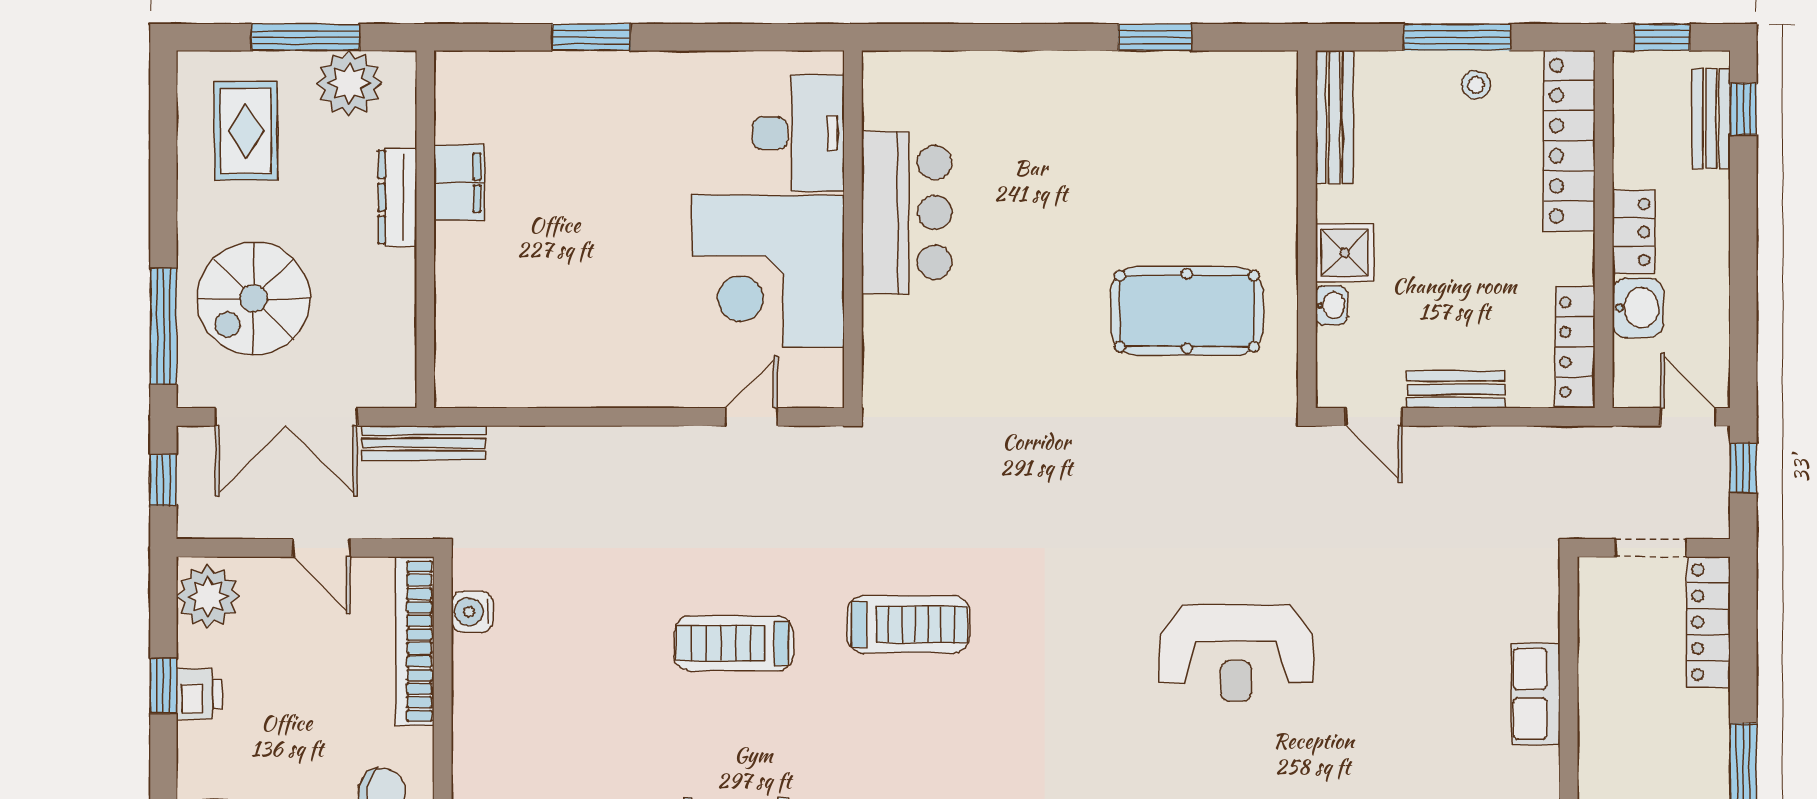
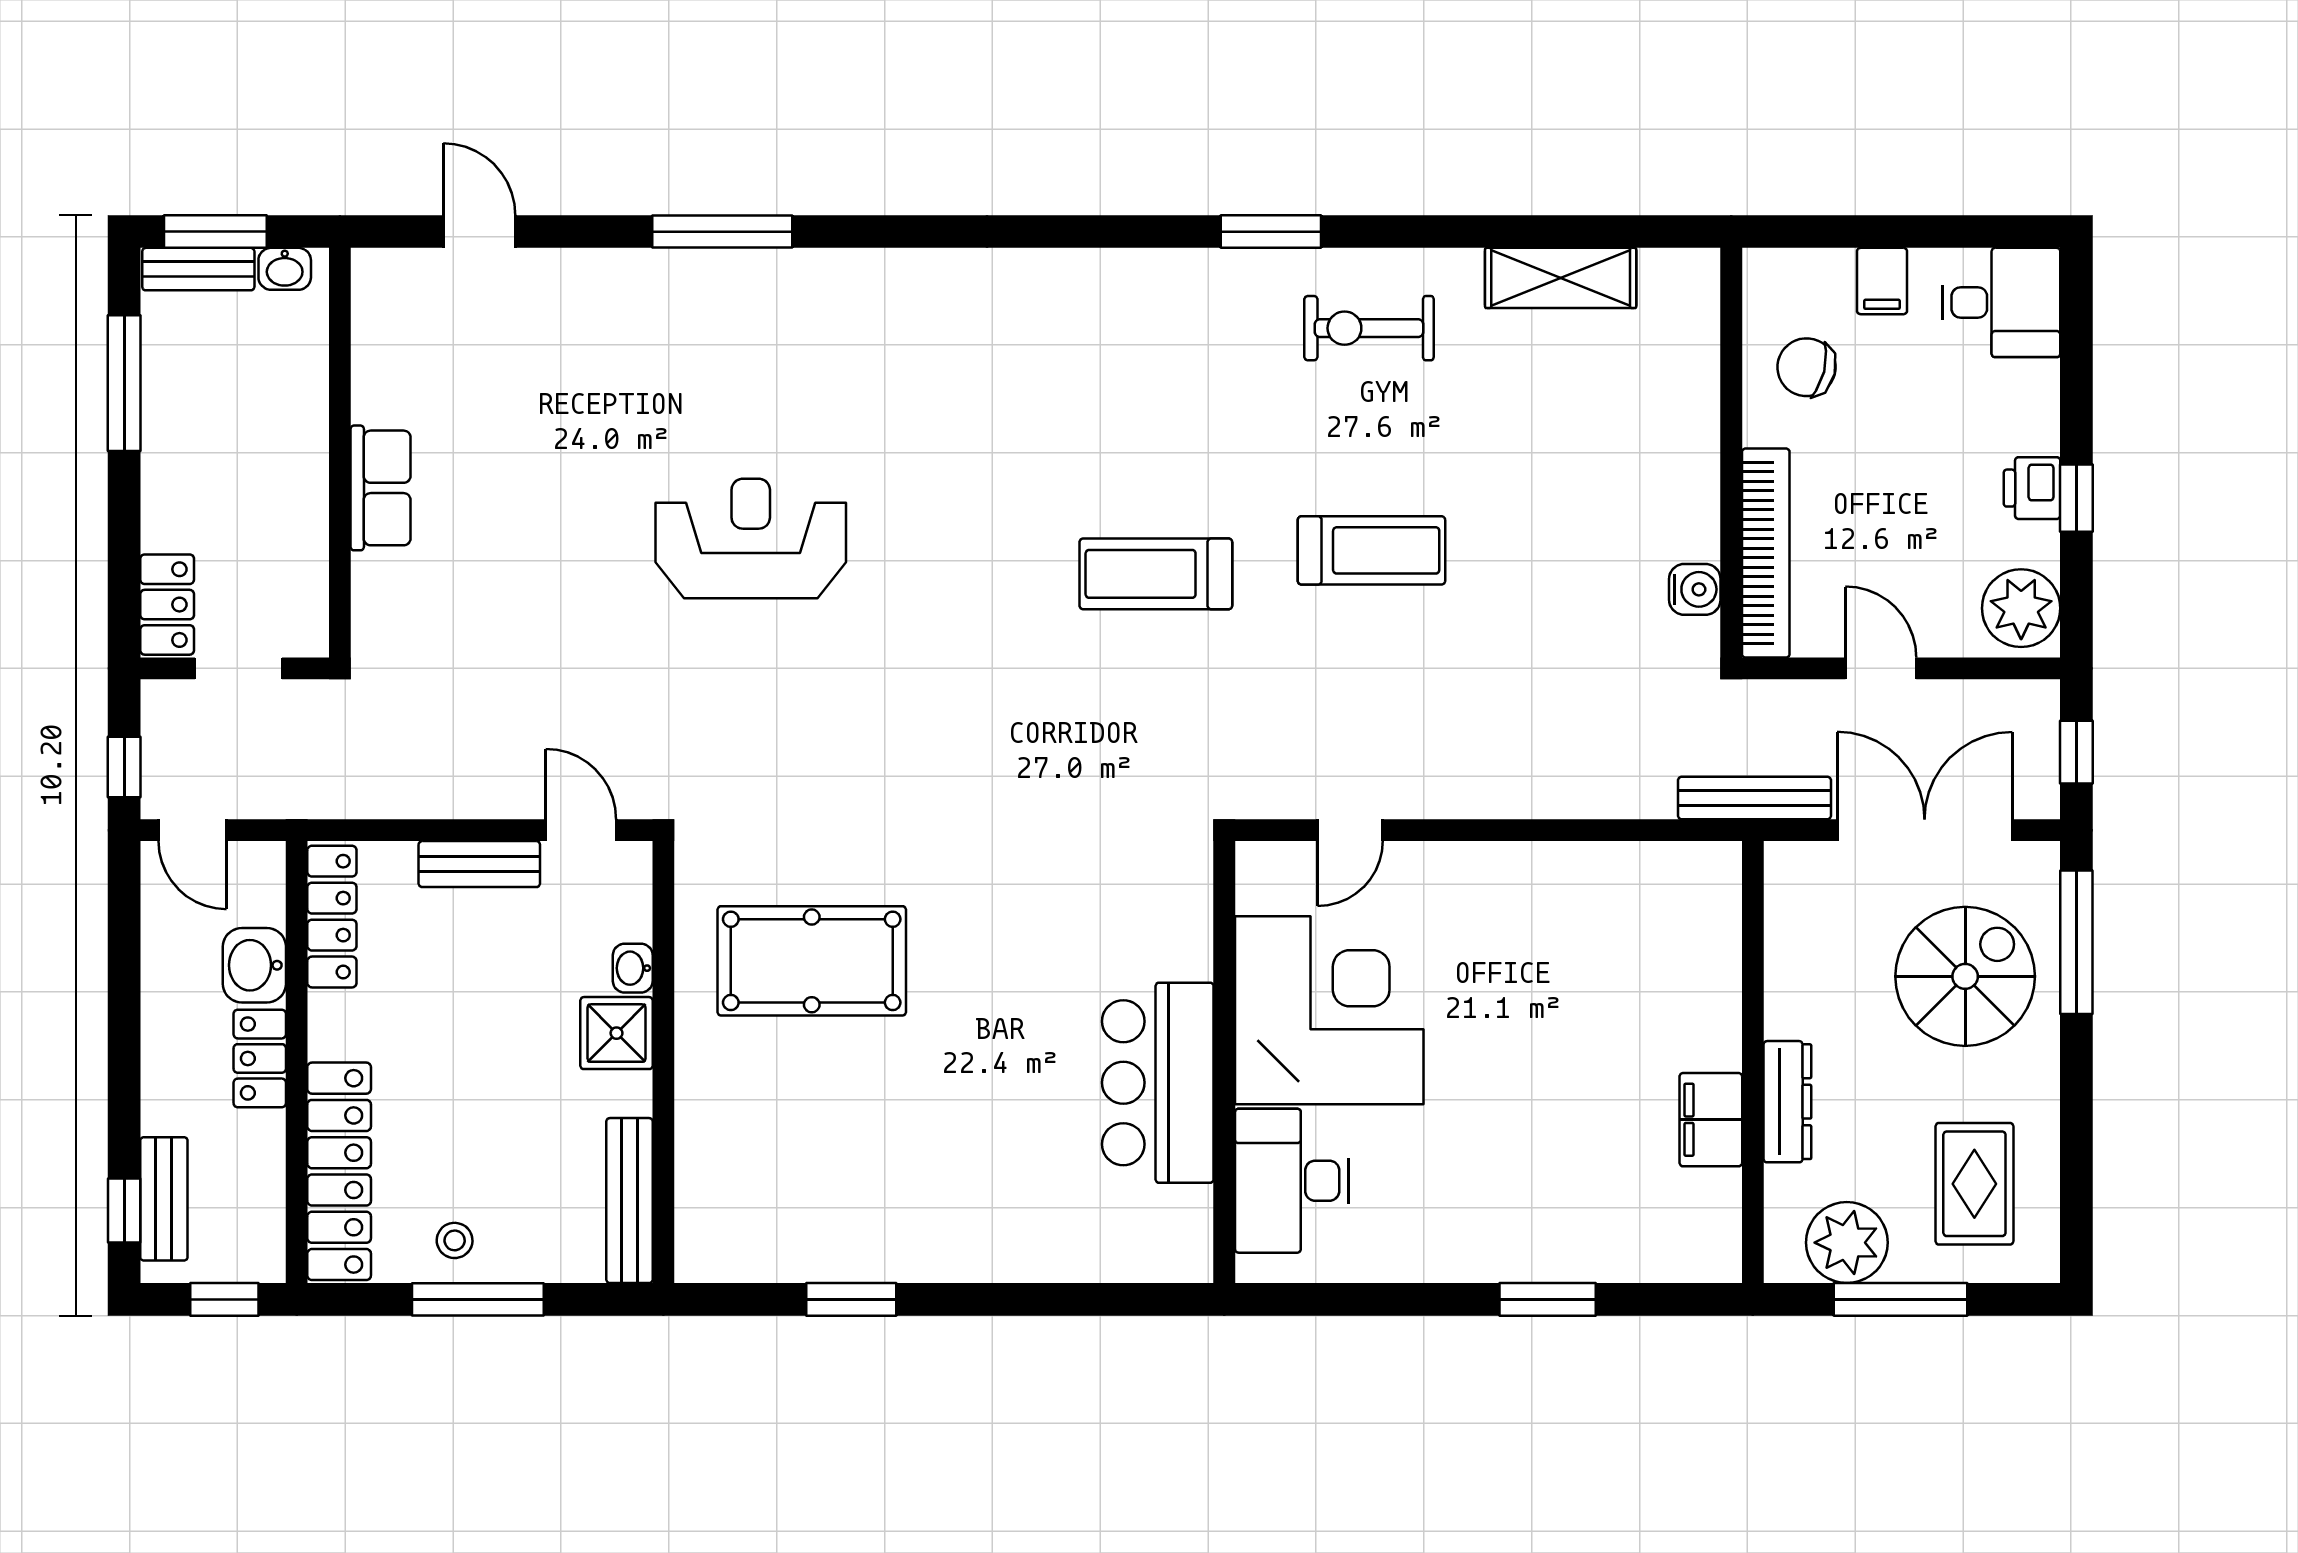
locker: (1709, 622) -> (167, 605), width x0.66

